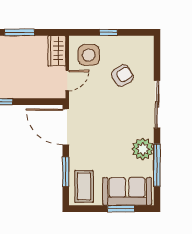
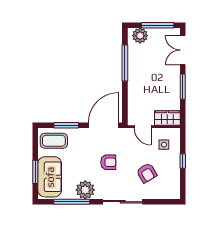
side table: (89, 55) -> (164, 145), width x0.54, depth x0.54
armchair: (110, 121) -> (108, 162), added

